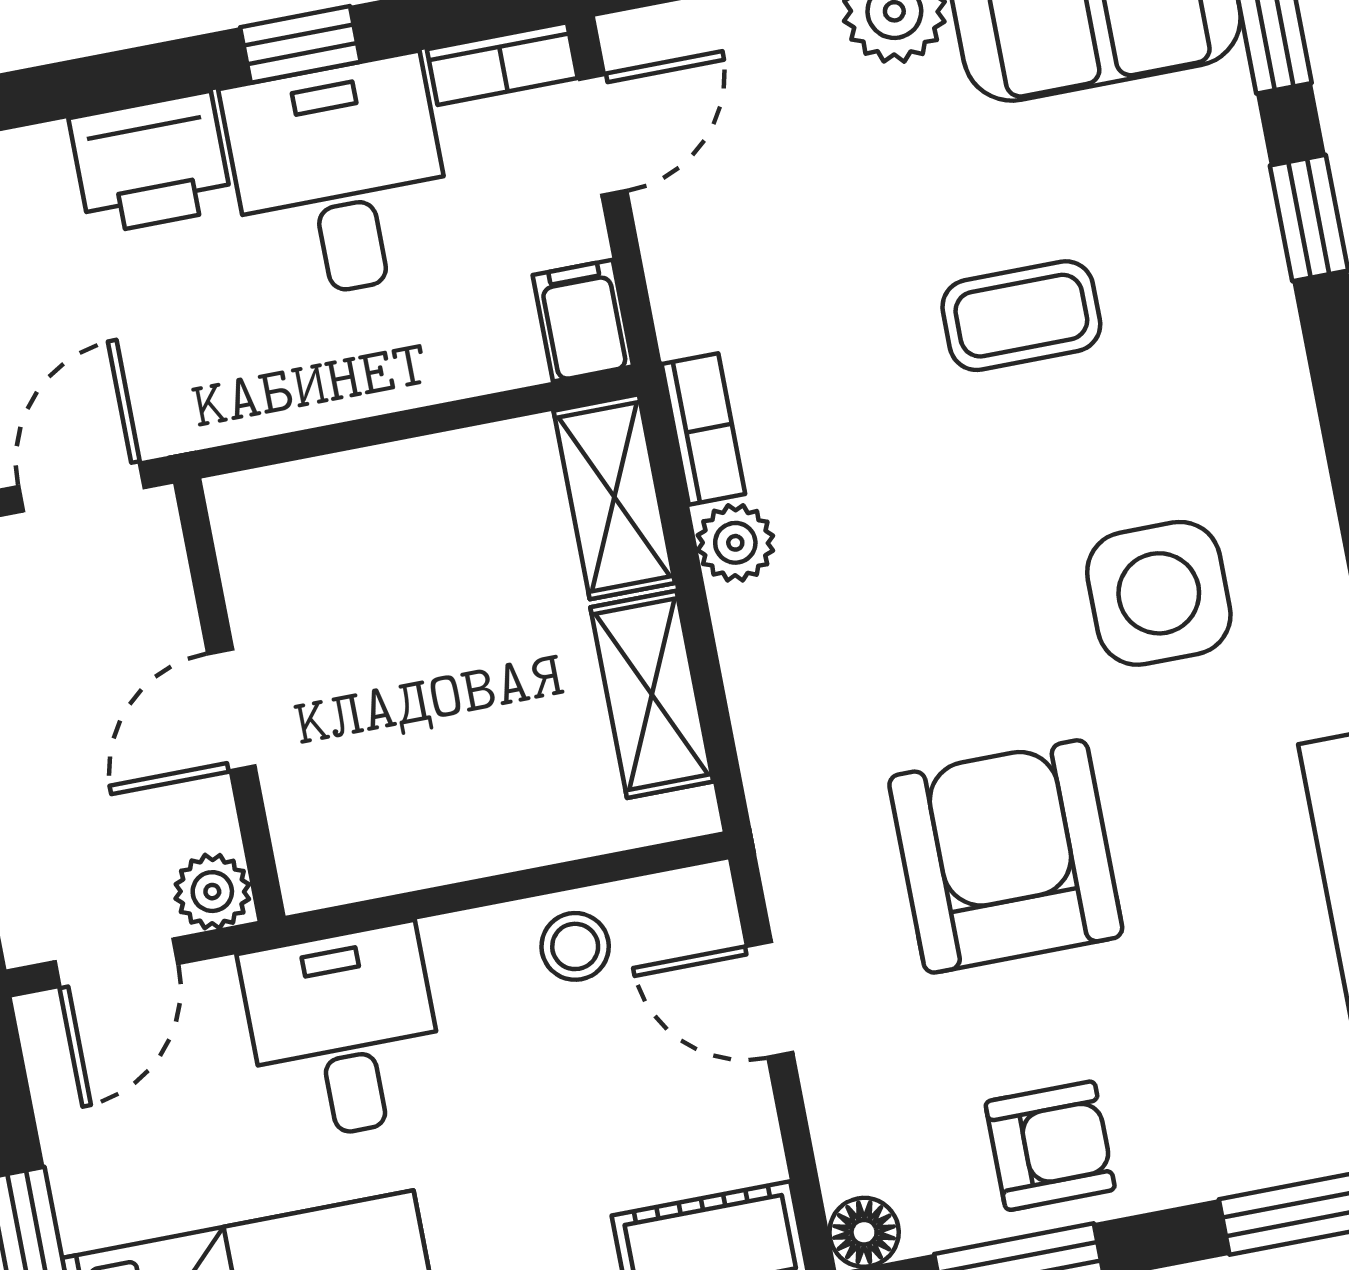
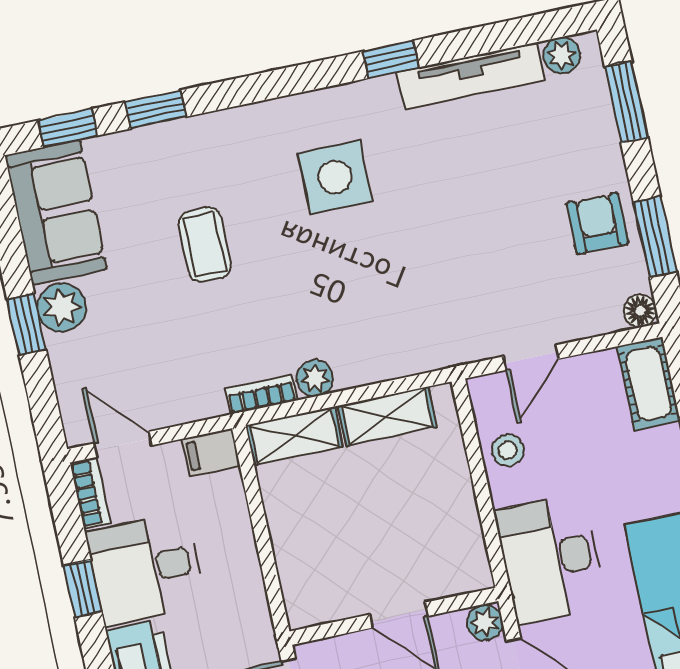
armchair: (1006, 856) -> (461, 247), removed
desk: (344, 1033) -> (551, 559), width x1.37

